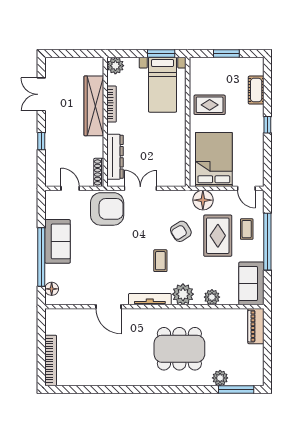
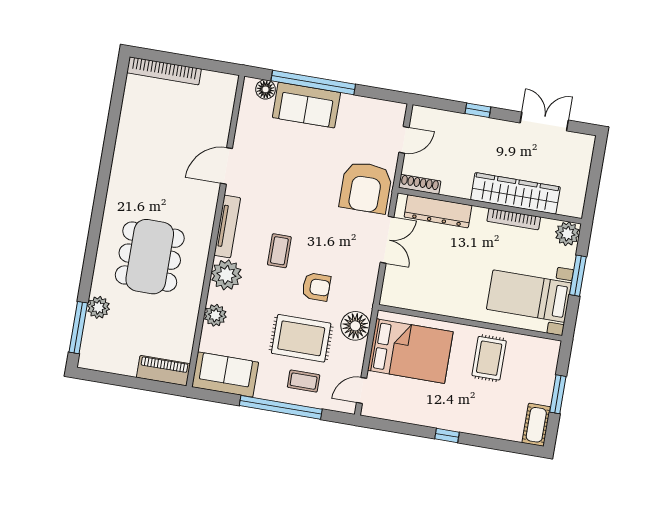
window: (161, 54) -> (578, 276), moved
cot: (256, 90) -> (536, 425), moved, turned 90
armchair: (181, 231) -> (316, 287), turned 122
sofa: (58, 241) -> (306, 105), moved
coffee table: (160, 261) -> (279, 251), turned 90

